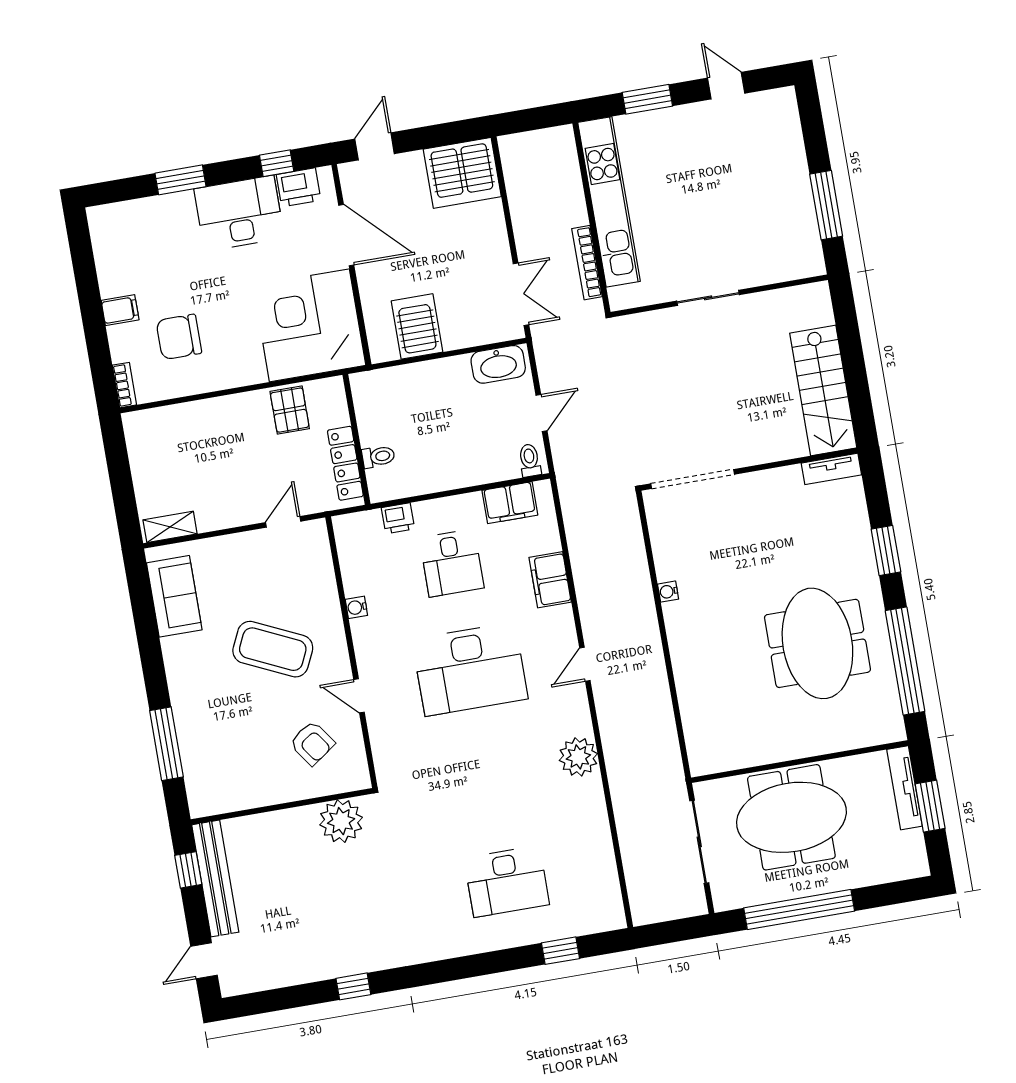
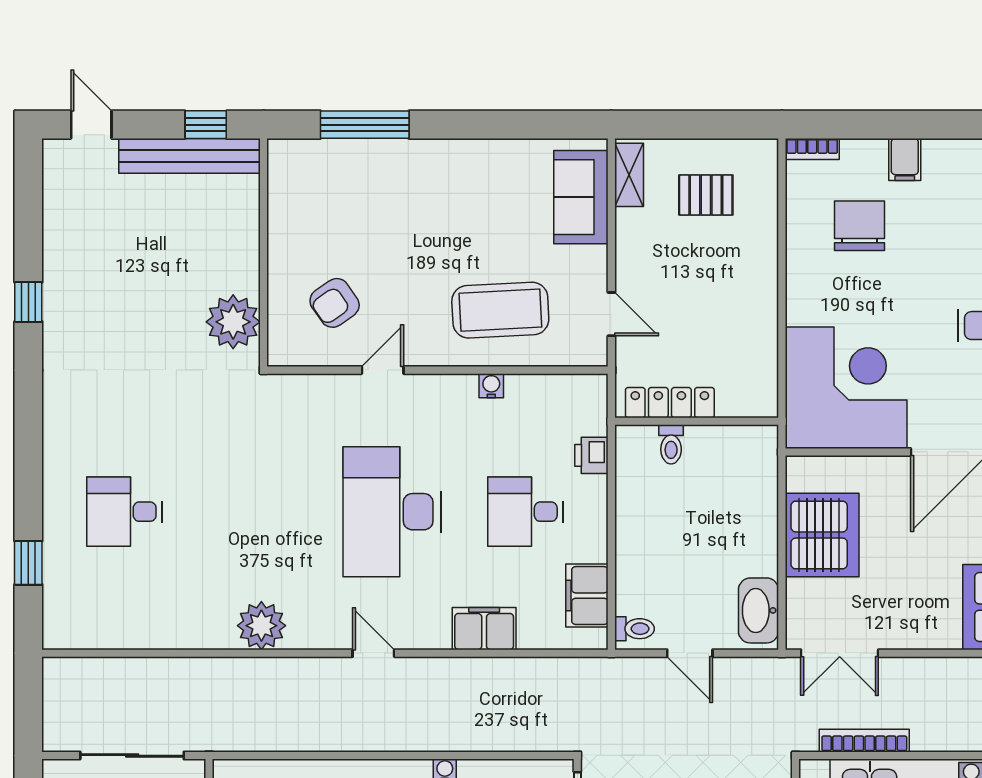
server rack: (417, 326) -> (822, 535), width x1.60
pallet: (290, 410) -> (706, 195), moved
sofa: (174, 596) -> (581, 197), moved, turned 90
coffee table: (273, 649) -> (500, 310), moved, turned 62
desk: (507, 881) -> (124, 512), width x0.73

